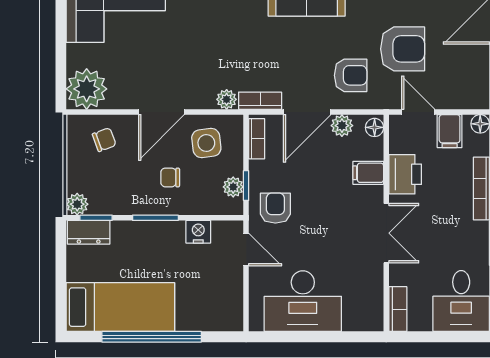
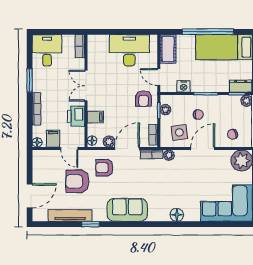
cot: (228, 304) -> (168, 49), added

